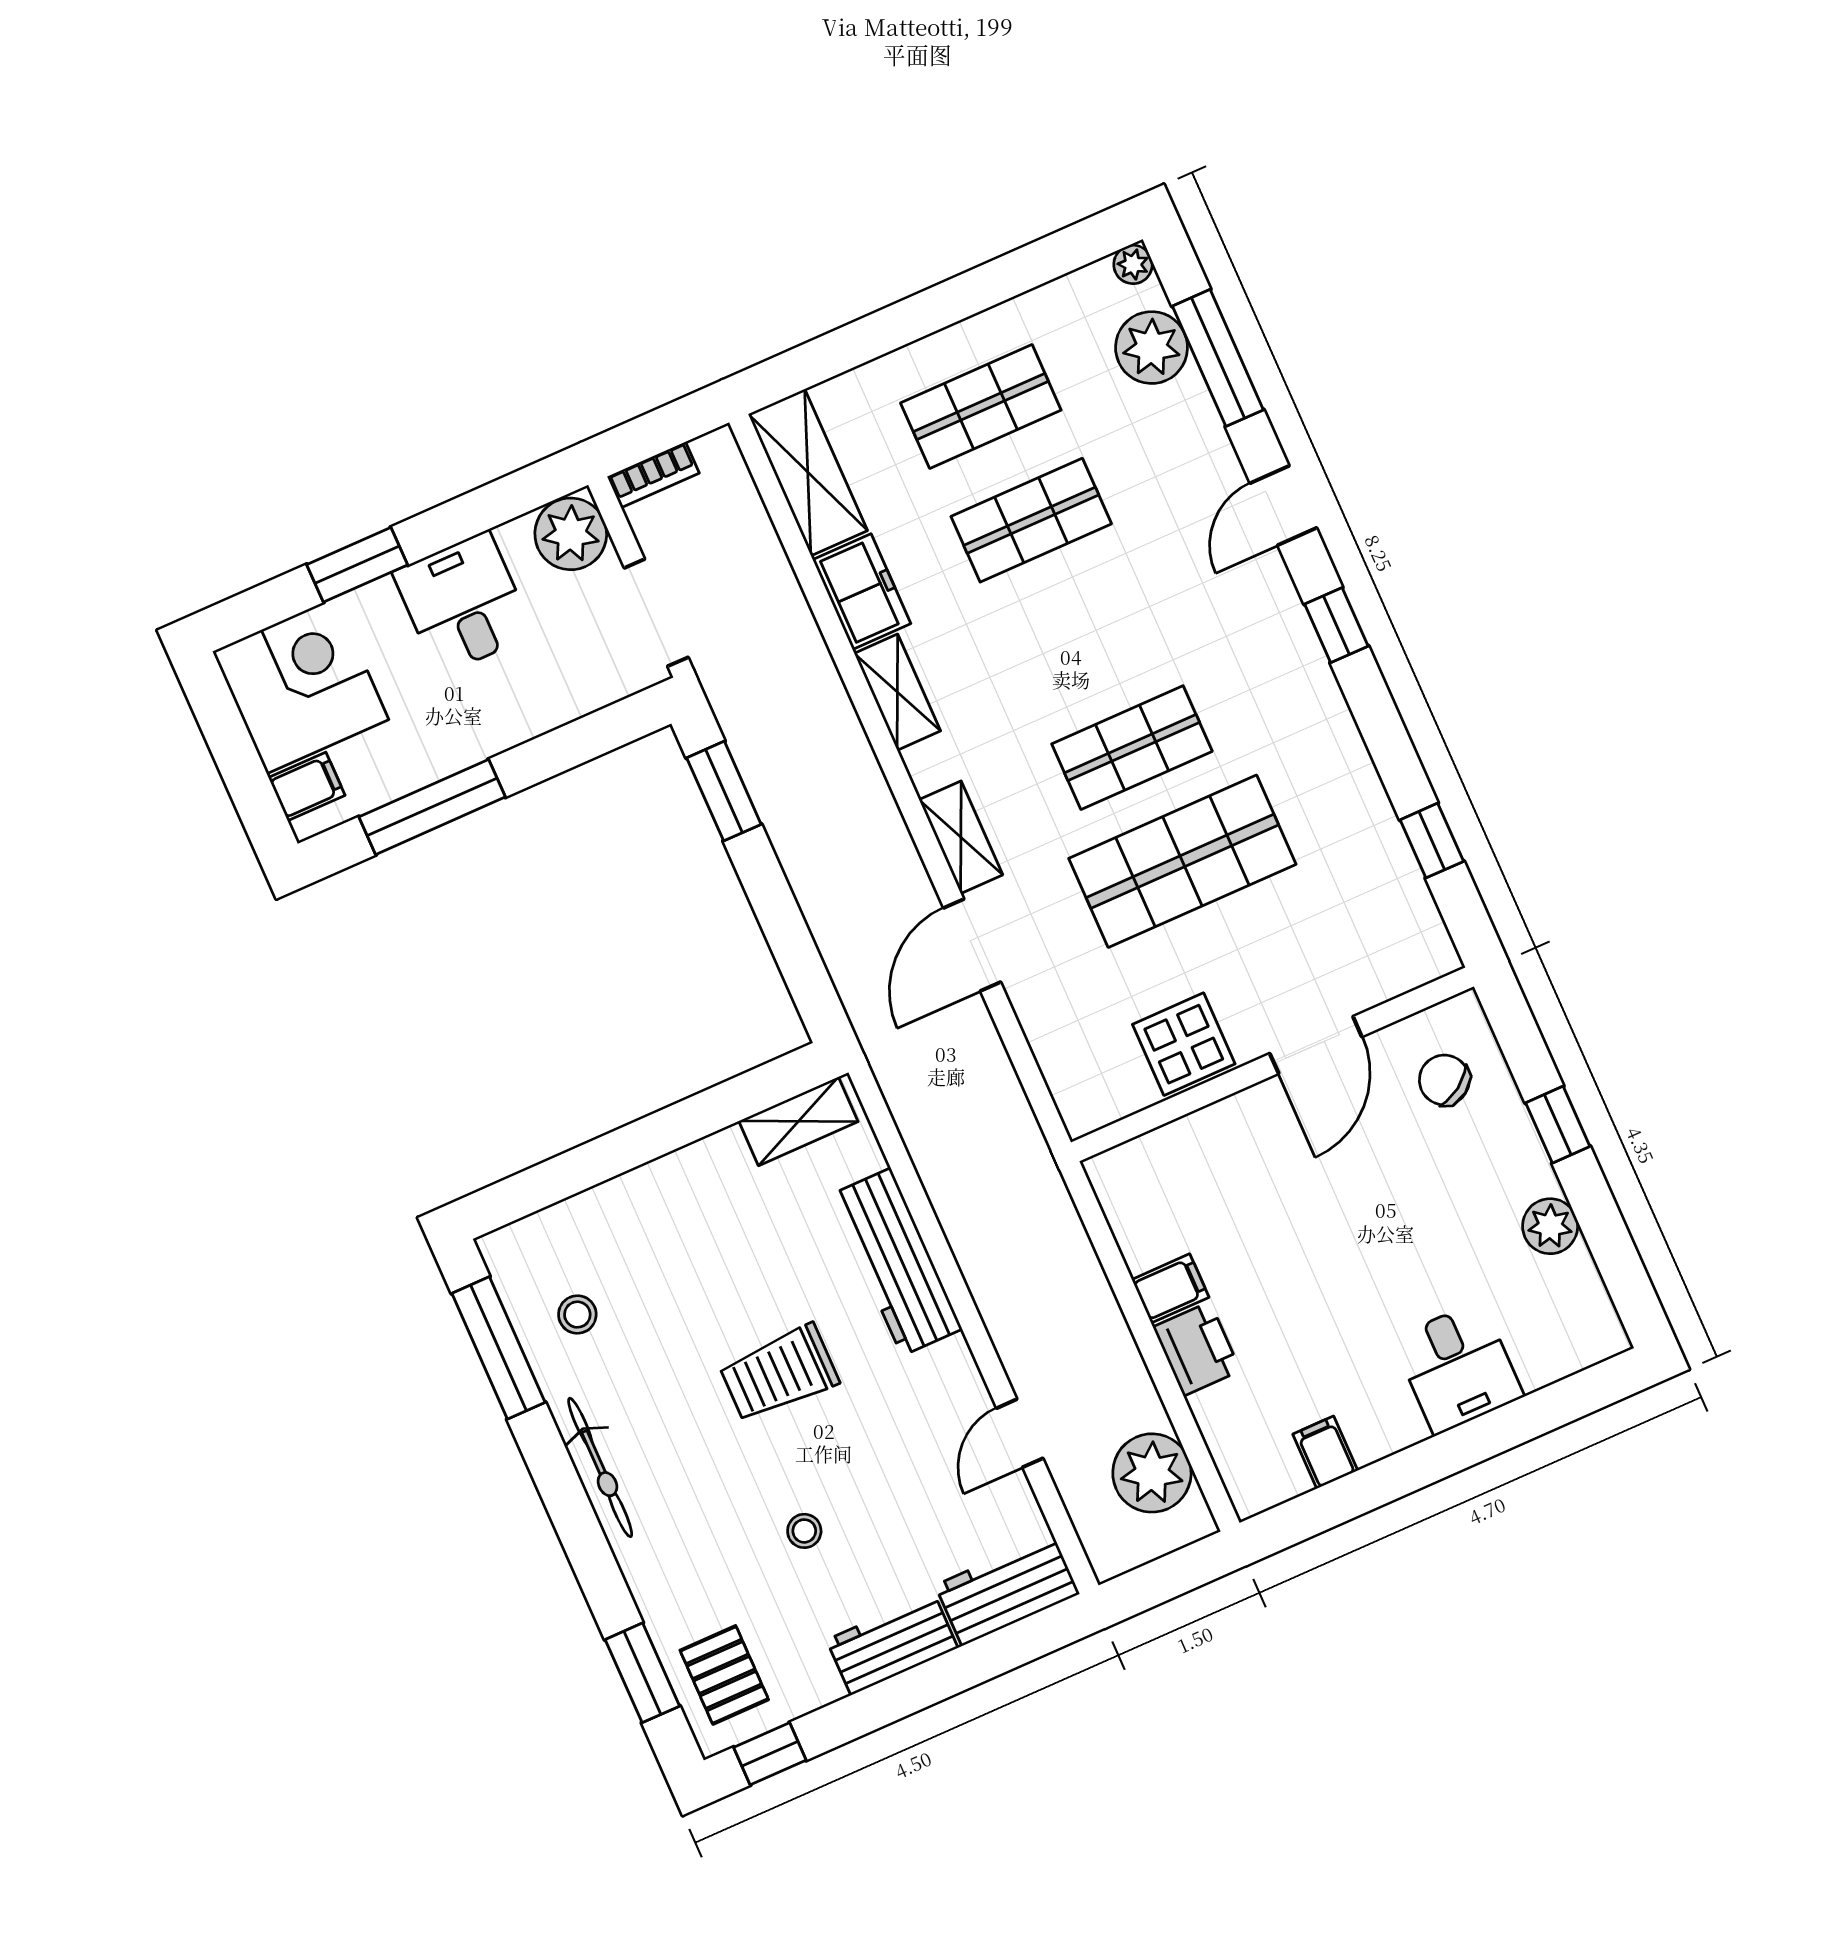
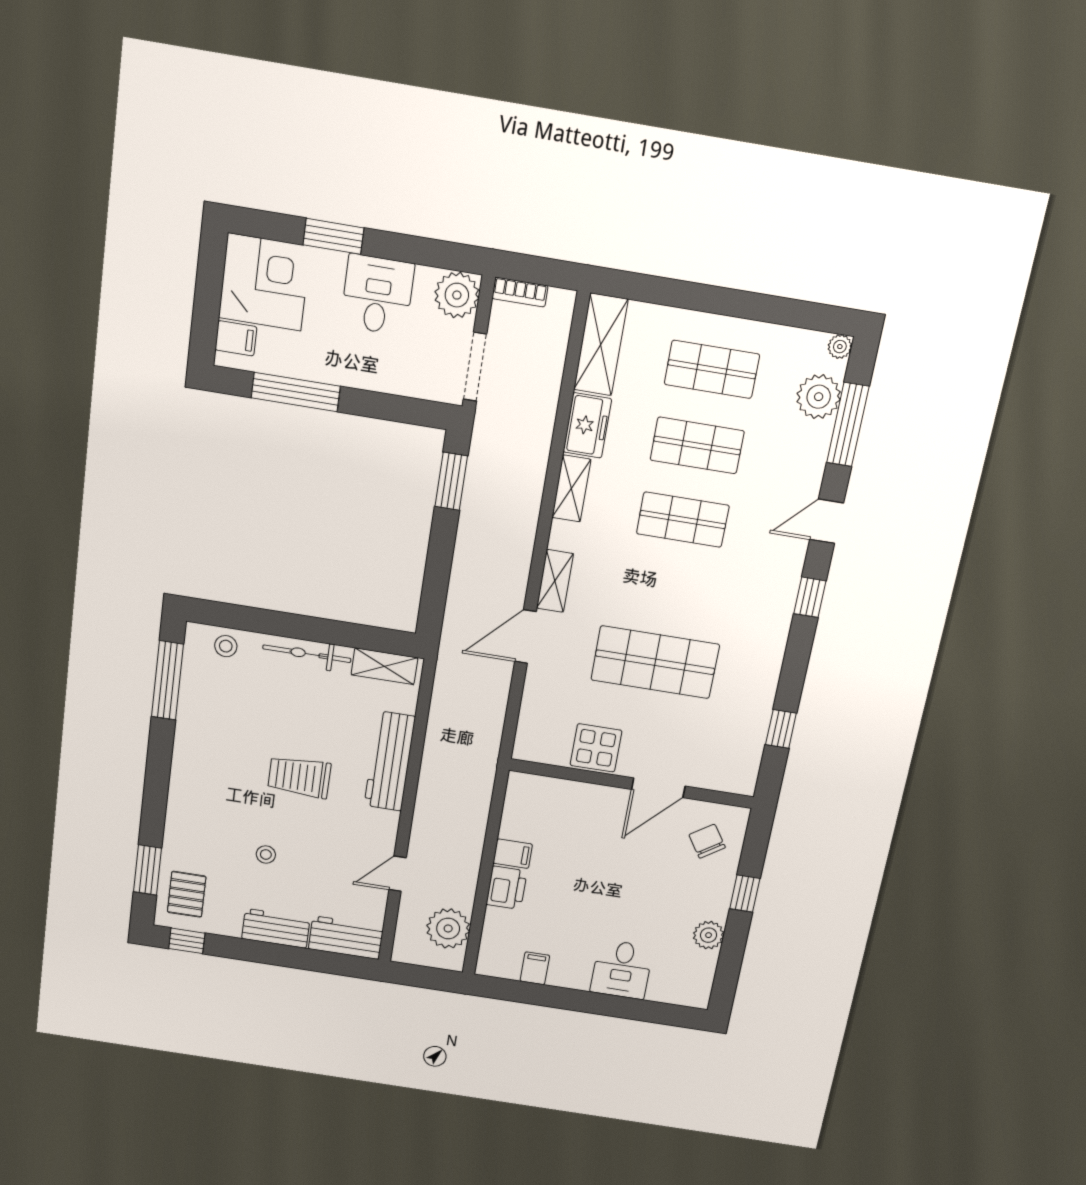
shop shelf: (1132, 748) -> (683, 520), moved
stool: (577, 1315) -> (226, 646), moved
bicycle: (600, 1467) -> (307, 654), moved, turned 90

